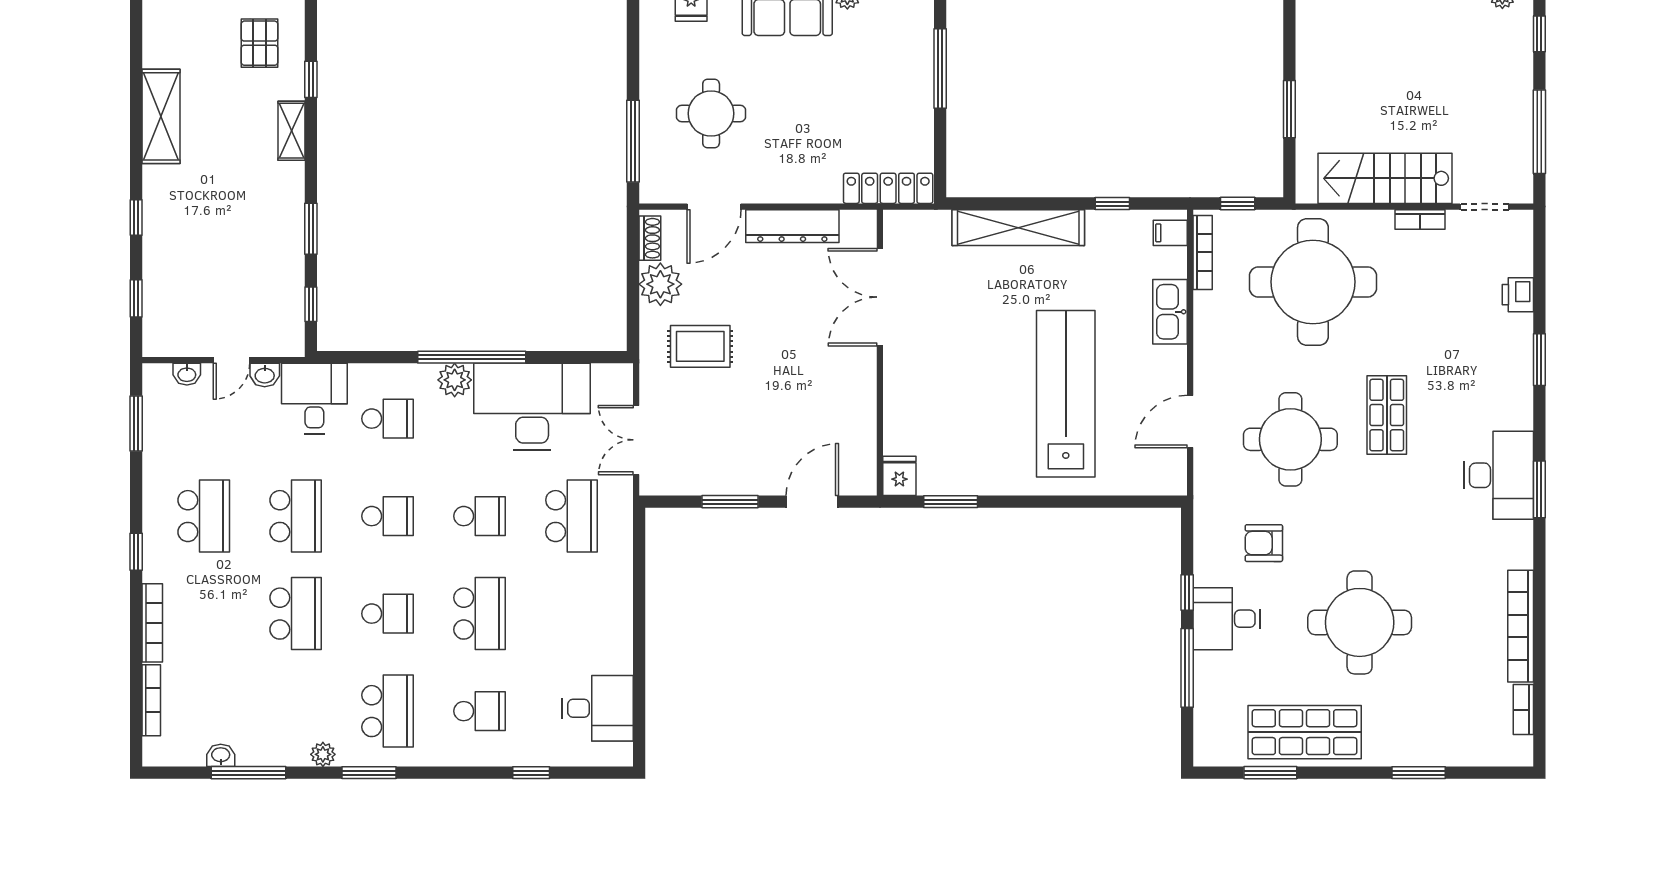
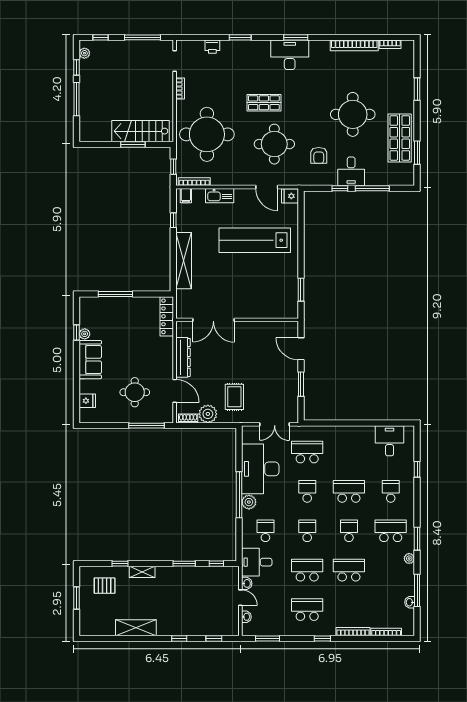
stairs: (1385, 178) -> (141, 131), moved, turned 90
fridge: (899, 476) -> (290, 196), moved

